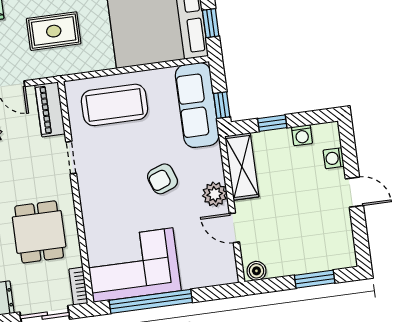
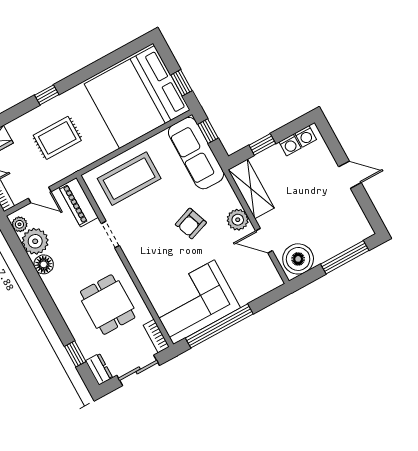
window: (222, 105) -> (208, 131), moved
washing machine: (334, 158) -> (306, 136), moved, turned -90
boiler: (256, 271) -> (298, 259), width x1.86, depth x1.86
window: (315, 279) -> (345, 257), width x1.44

